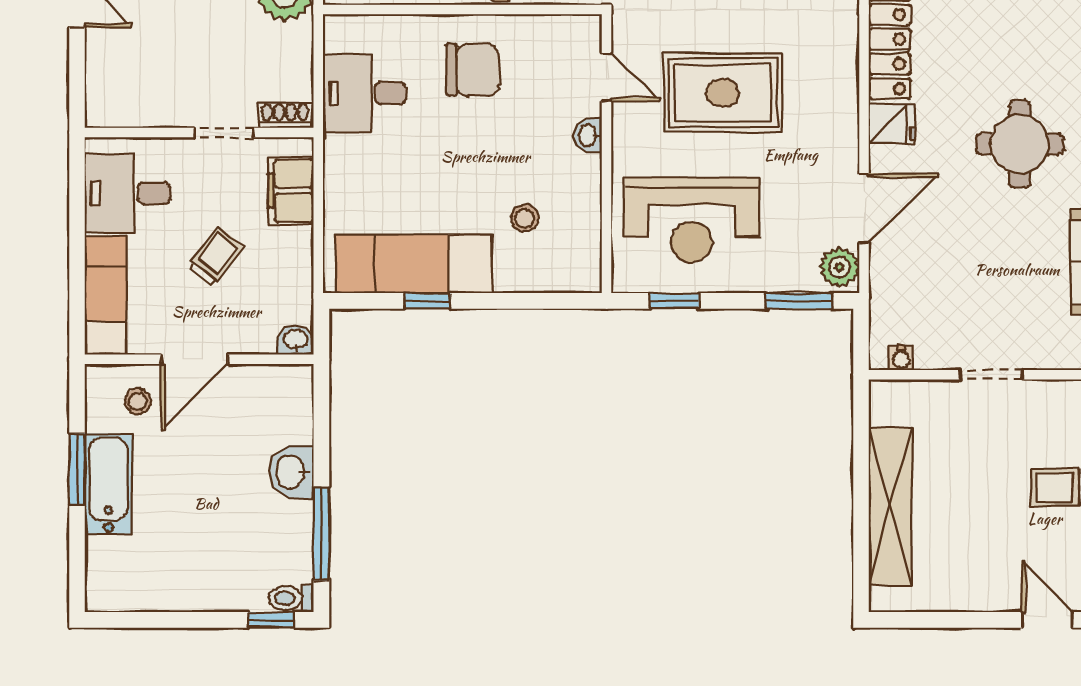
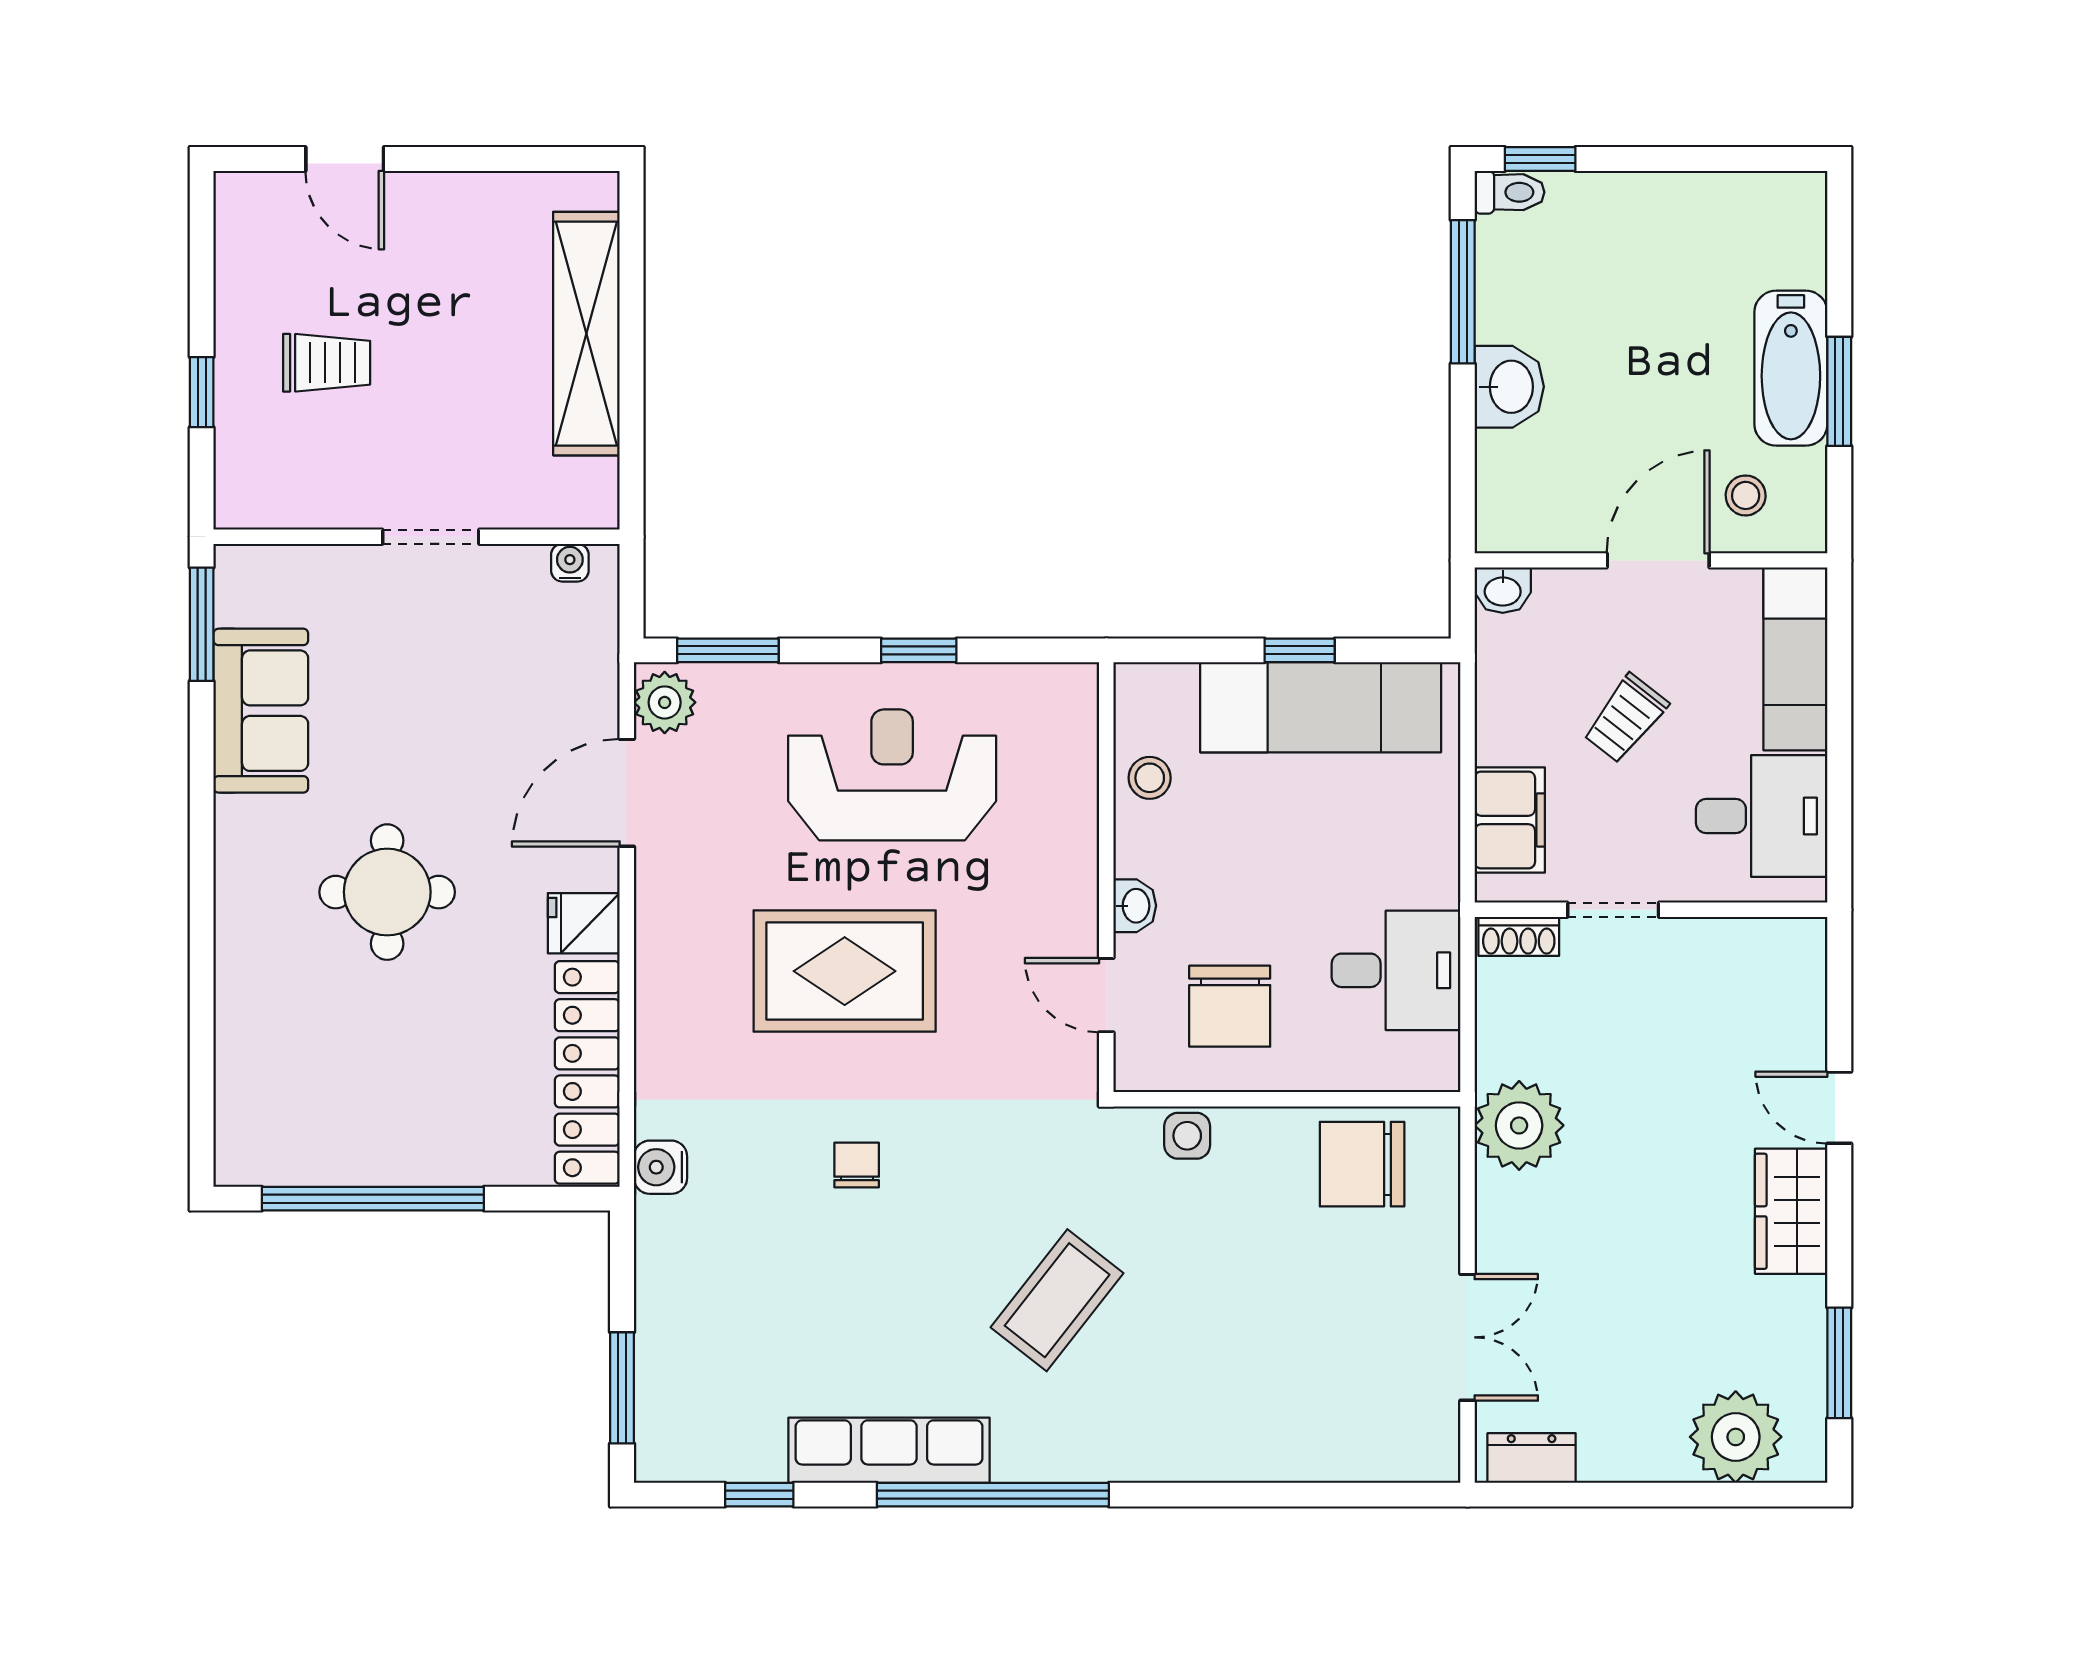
chair: (473, 70) -> (1230, 1006), turned -90
door: (607, 77) -> (1106, 995), moved
washbasin: (588, 135) -> (1135, 906), moved
wall: (607, 154) -> (1106, 877), moved

